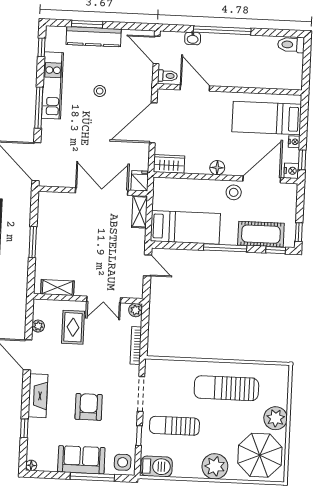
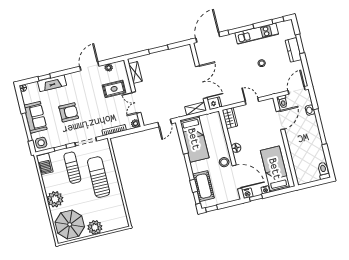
kitchen counter: (94, 37) -> (293, 50), width x0.67
door: (153, 123) -> (252, 101), width x0.53
sun lounger: (226, 388) -> (99, 177), moved
fireplace: (38, 396) -> (52, 83), moved

